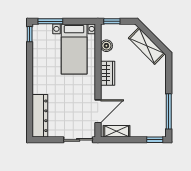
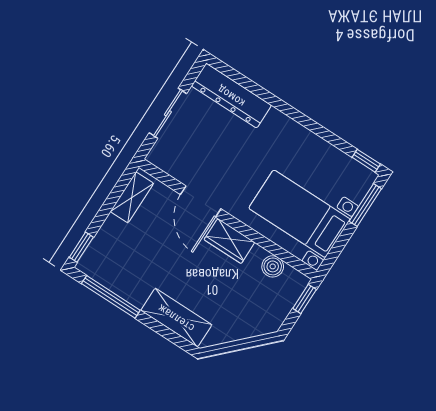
shelving: (147, 46) -> (176, 318), moved, turned 45
door: (98, 111) -> (201, 202), moved
sliding door: (78, 140) -> (168, 113), moved

